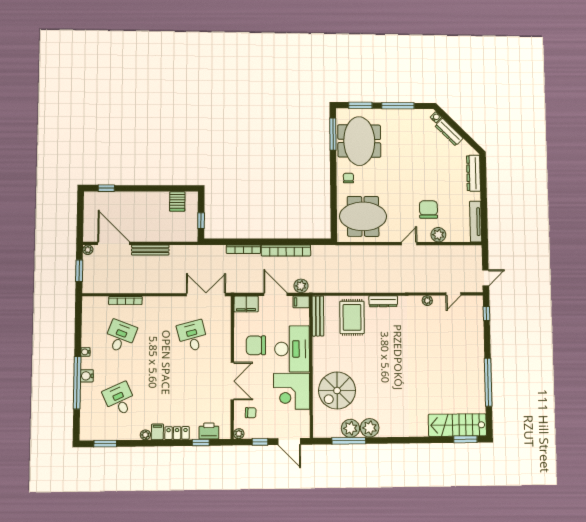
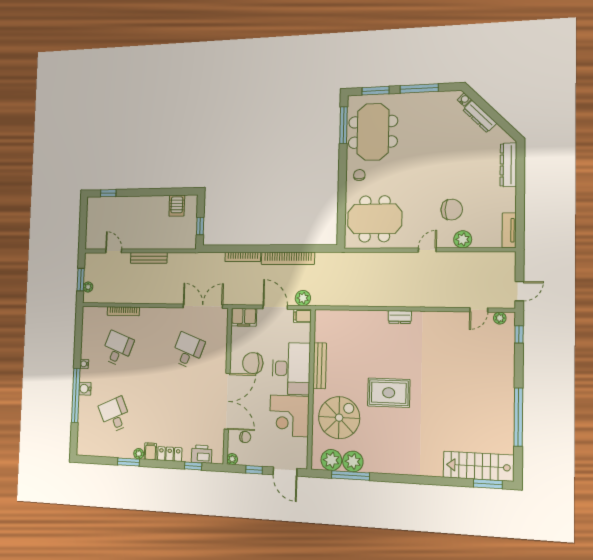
chair: (428, 210) -> (452, 210), turned 90
tv unit: (476, 222) -> (509, 230), width x0.71
door: (114, 243) -> (114, 251), width x0.53
plant: (88, 250) -> (88, 287), moved
dresser: (383, 301) -> (400, 317), width x0.70
plant: (427, 301) -> (500, 318), moved
bench: (318, 316) -> (320, 366), moved
rug: (352, 317) -> (389, 393), moved, turned 90
desk: (192, 336) -> (188, 351), turned 36
double door: (232, 381) -> (227, 401), width x1.36
spiral stairs: (337, 391) -> (339, 418), turned 180
plant: (370, 428) -> (331, 460), moved
window: (105, 444) -> (129, 462), moved

